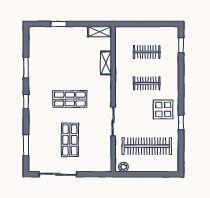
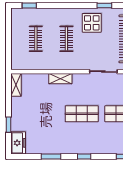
freezer: (40, 34) -> (18, 143), added
shelving: (106, 63) -> (60, 79), moved
shop shelf: (70, 99) -> (82, 114), turned 90

